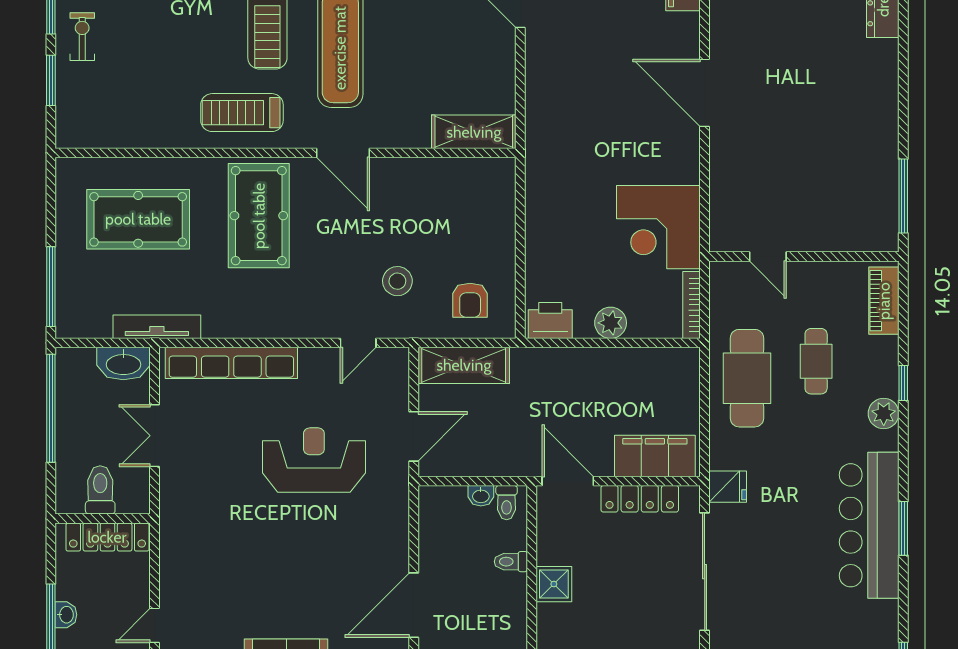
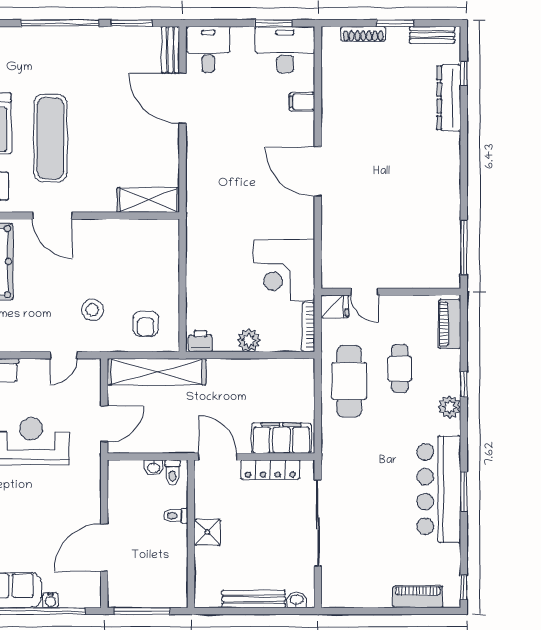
printer: (550, 320) -> (200, 341), width x0.73, depth x0.81
shelving: (464, 365) -> (157, 372), width x1.47
fridge: (728, 487) -> (335, 306), moved

